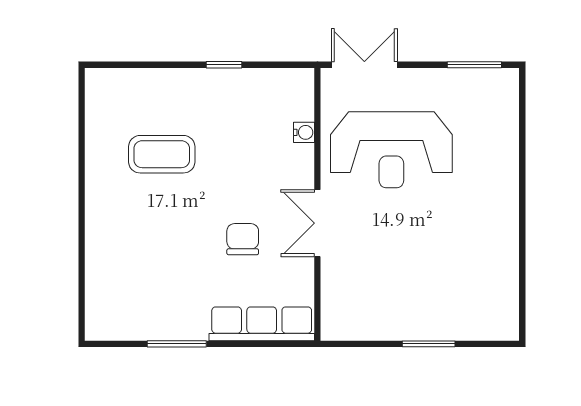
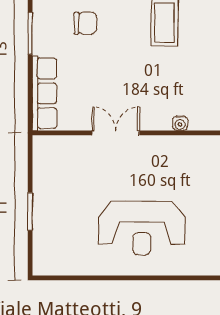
reception desk: (391, 150) -> (142, 228), moved, turned -90
chair: (243, 239) -> (85, 23), moved

